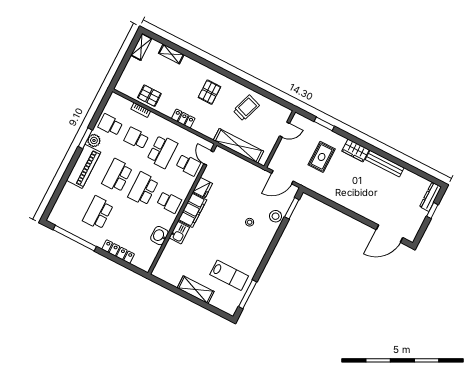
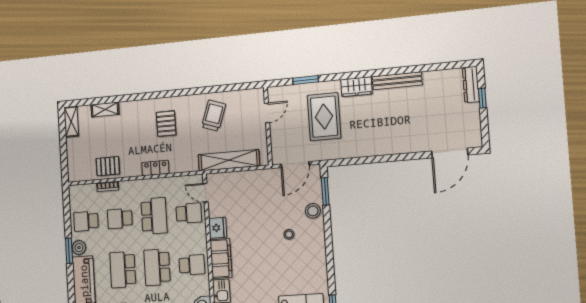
rug: (322, 157) -> (324, 117), width x1.36, depth x1.43

